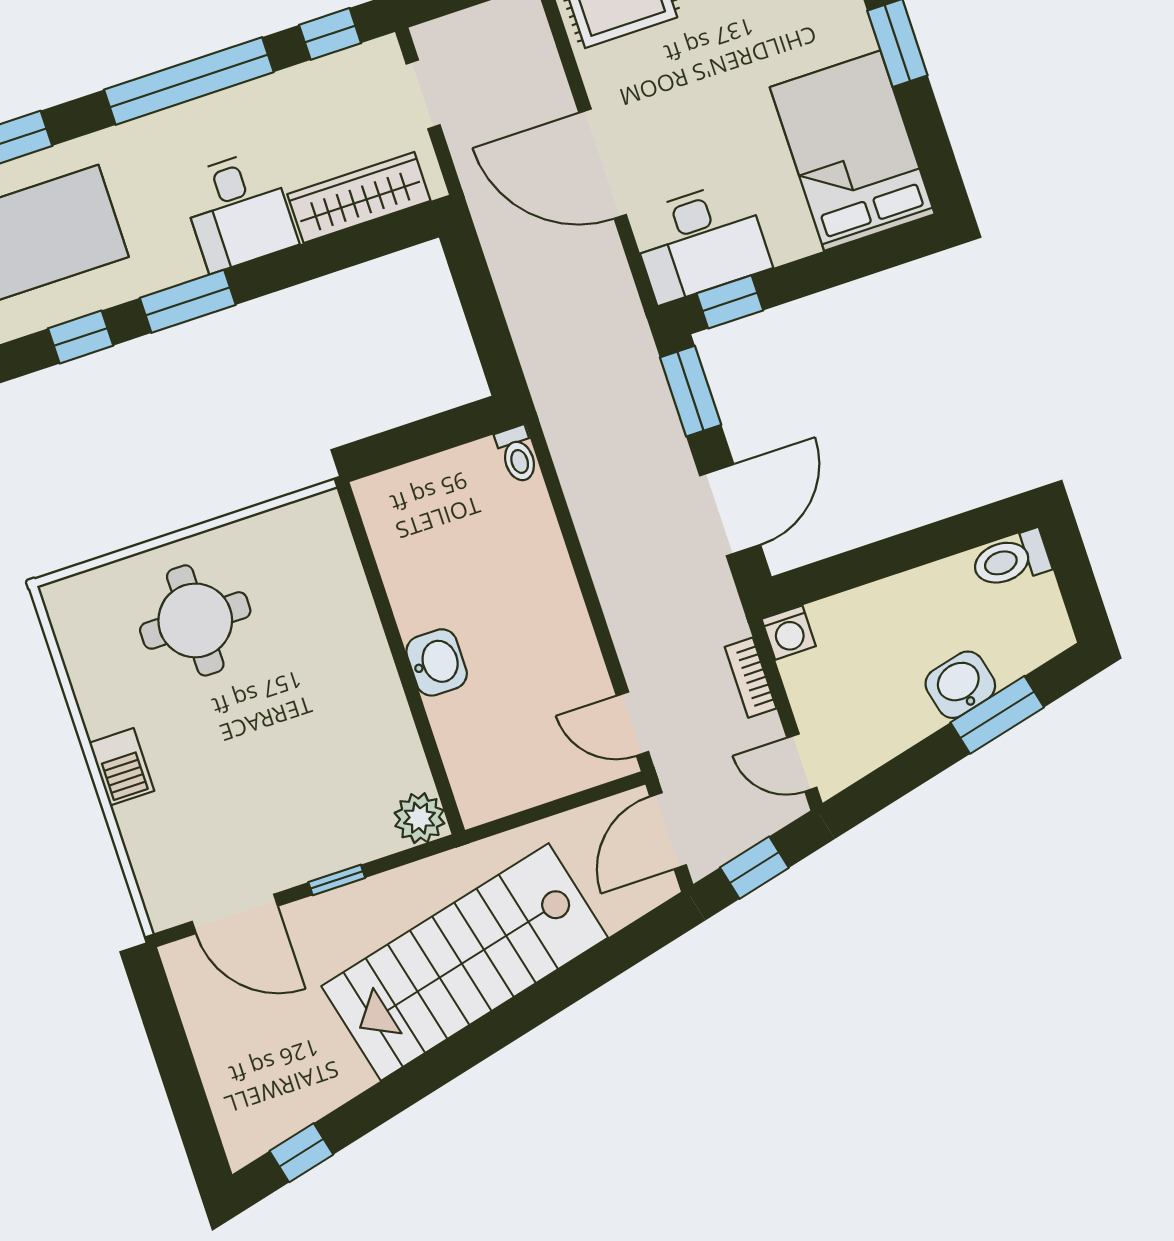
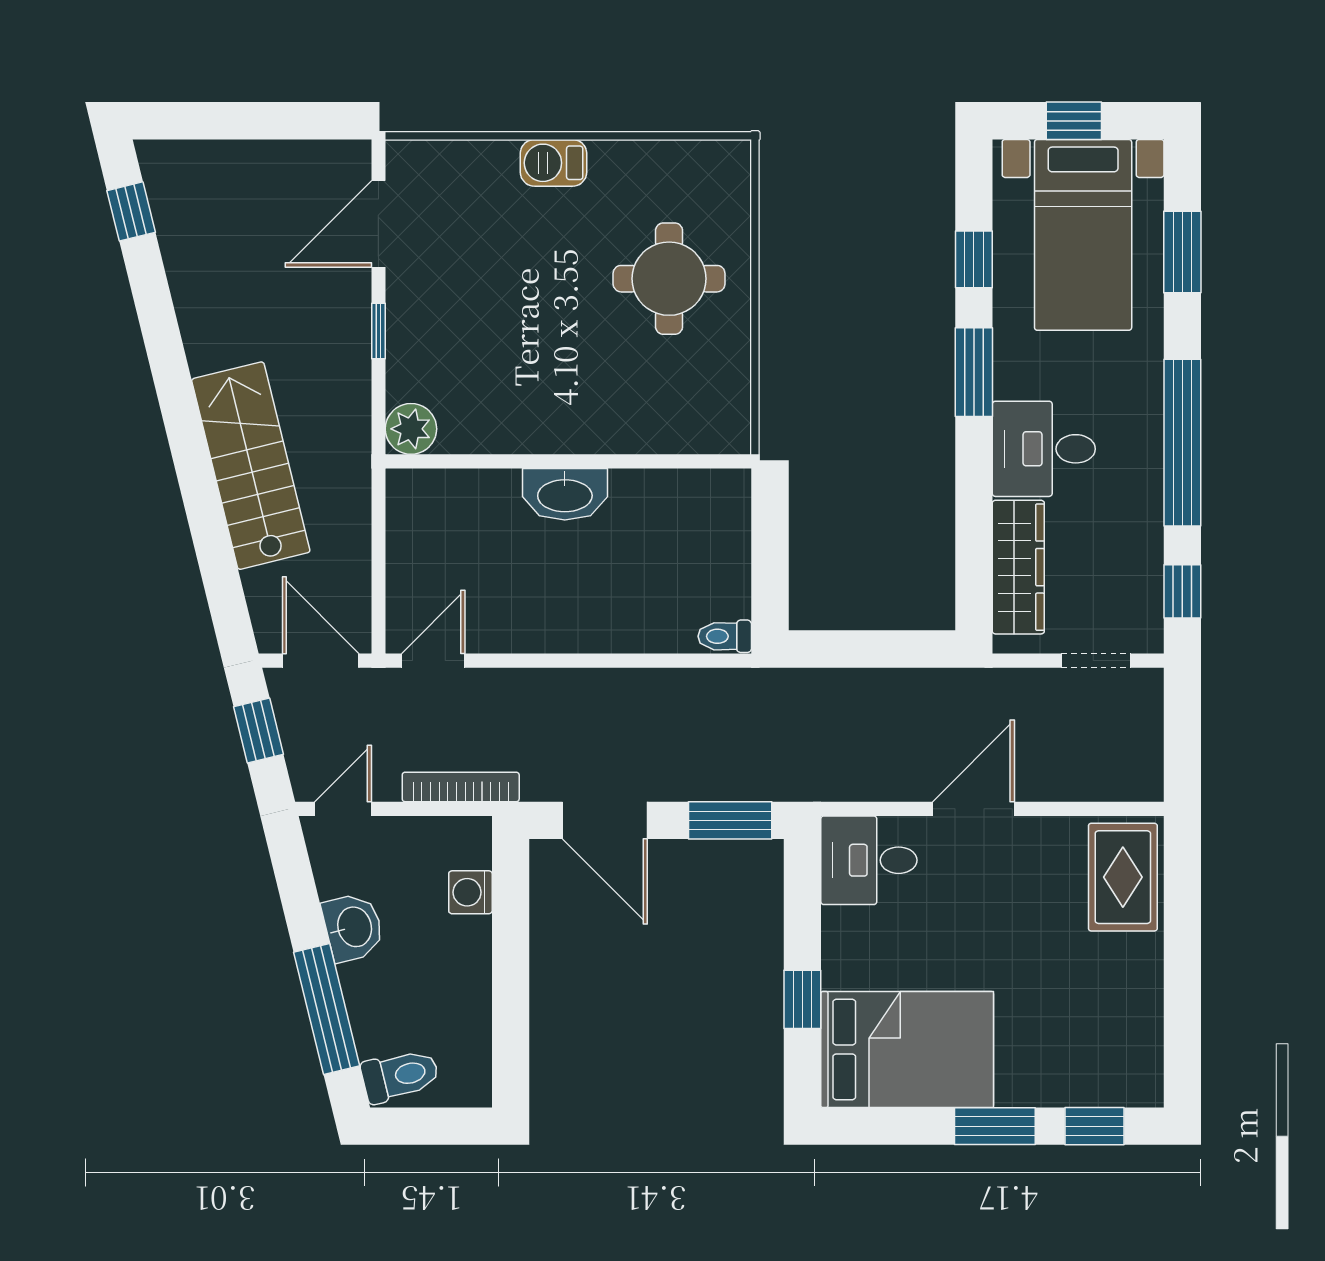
door: (603, 164) -> (973, 809), width x0.73
desk: (700, 242) -> (869, 860), width x0.73
window: (730, 302) -> (802, 999), moved
toilet: (1011, 560) -> (400, 1076), moved, turned 76
washing machine: (789, 633) -> (470, 892), moved
washbasin: (437, 662) -> (565, 494), width x1.38
bookcase: (751, 678) -> (461, 787), width x1.56
washbasin: (960, 685) -> (353, 927), moved
window: (997, 715) -> (327, 1009), width x1.44
stairs: (465, 962) -> (251, 466), width x0.73, depth x0.66

